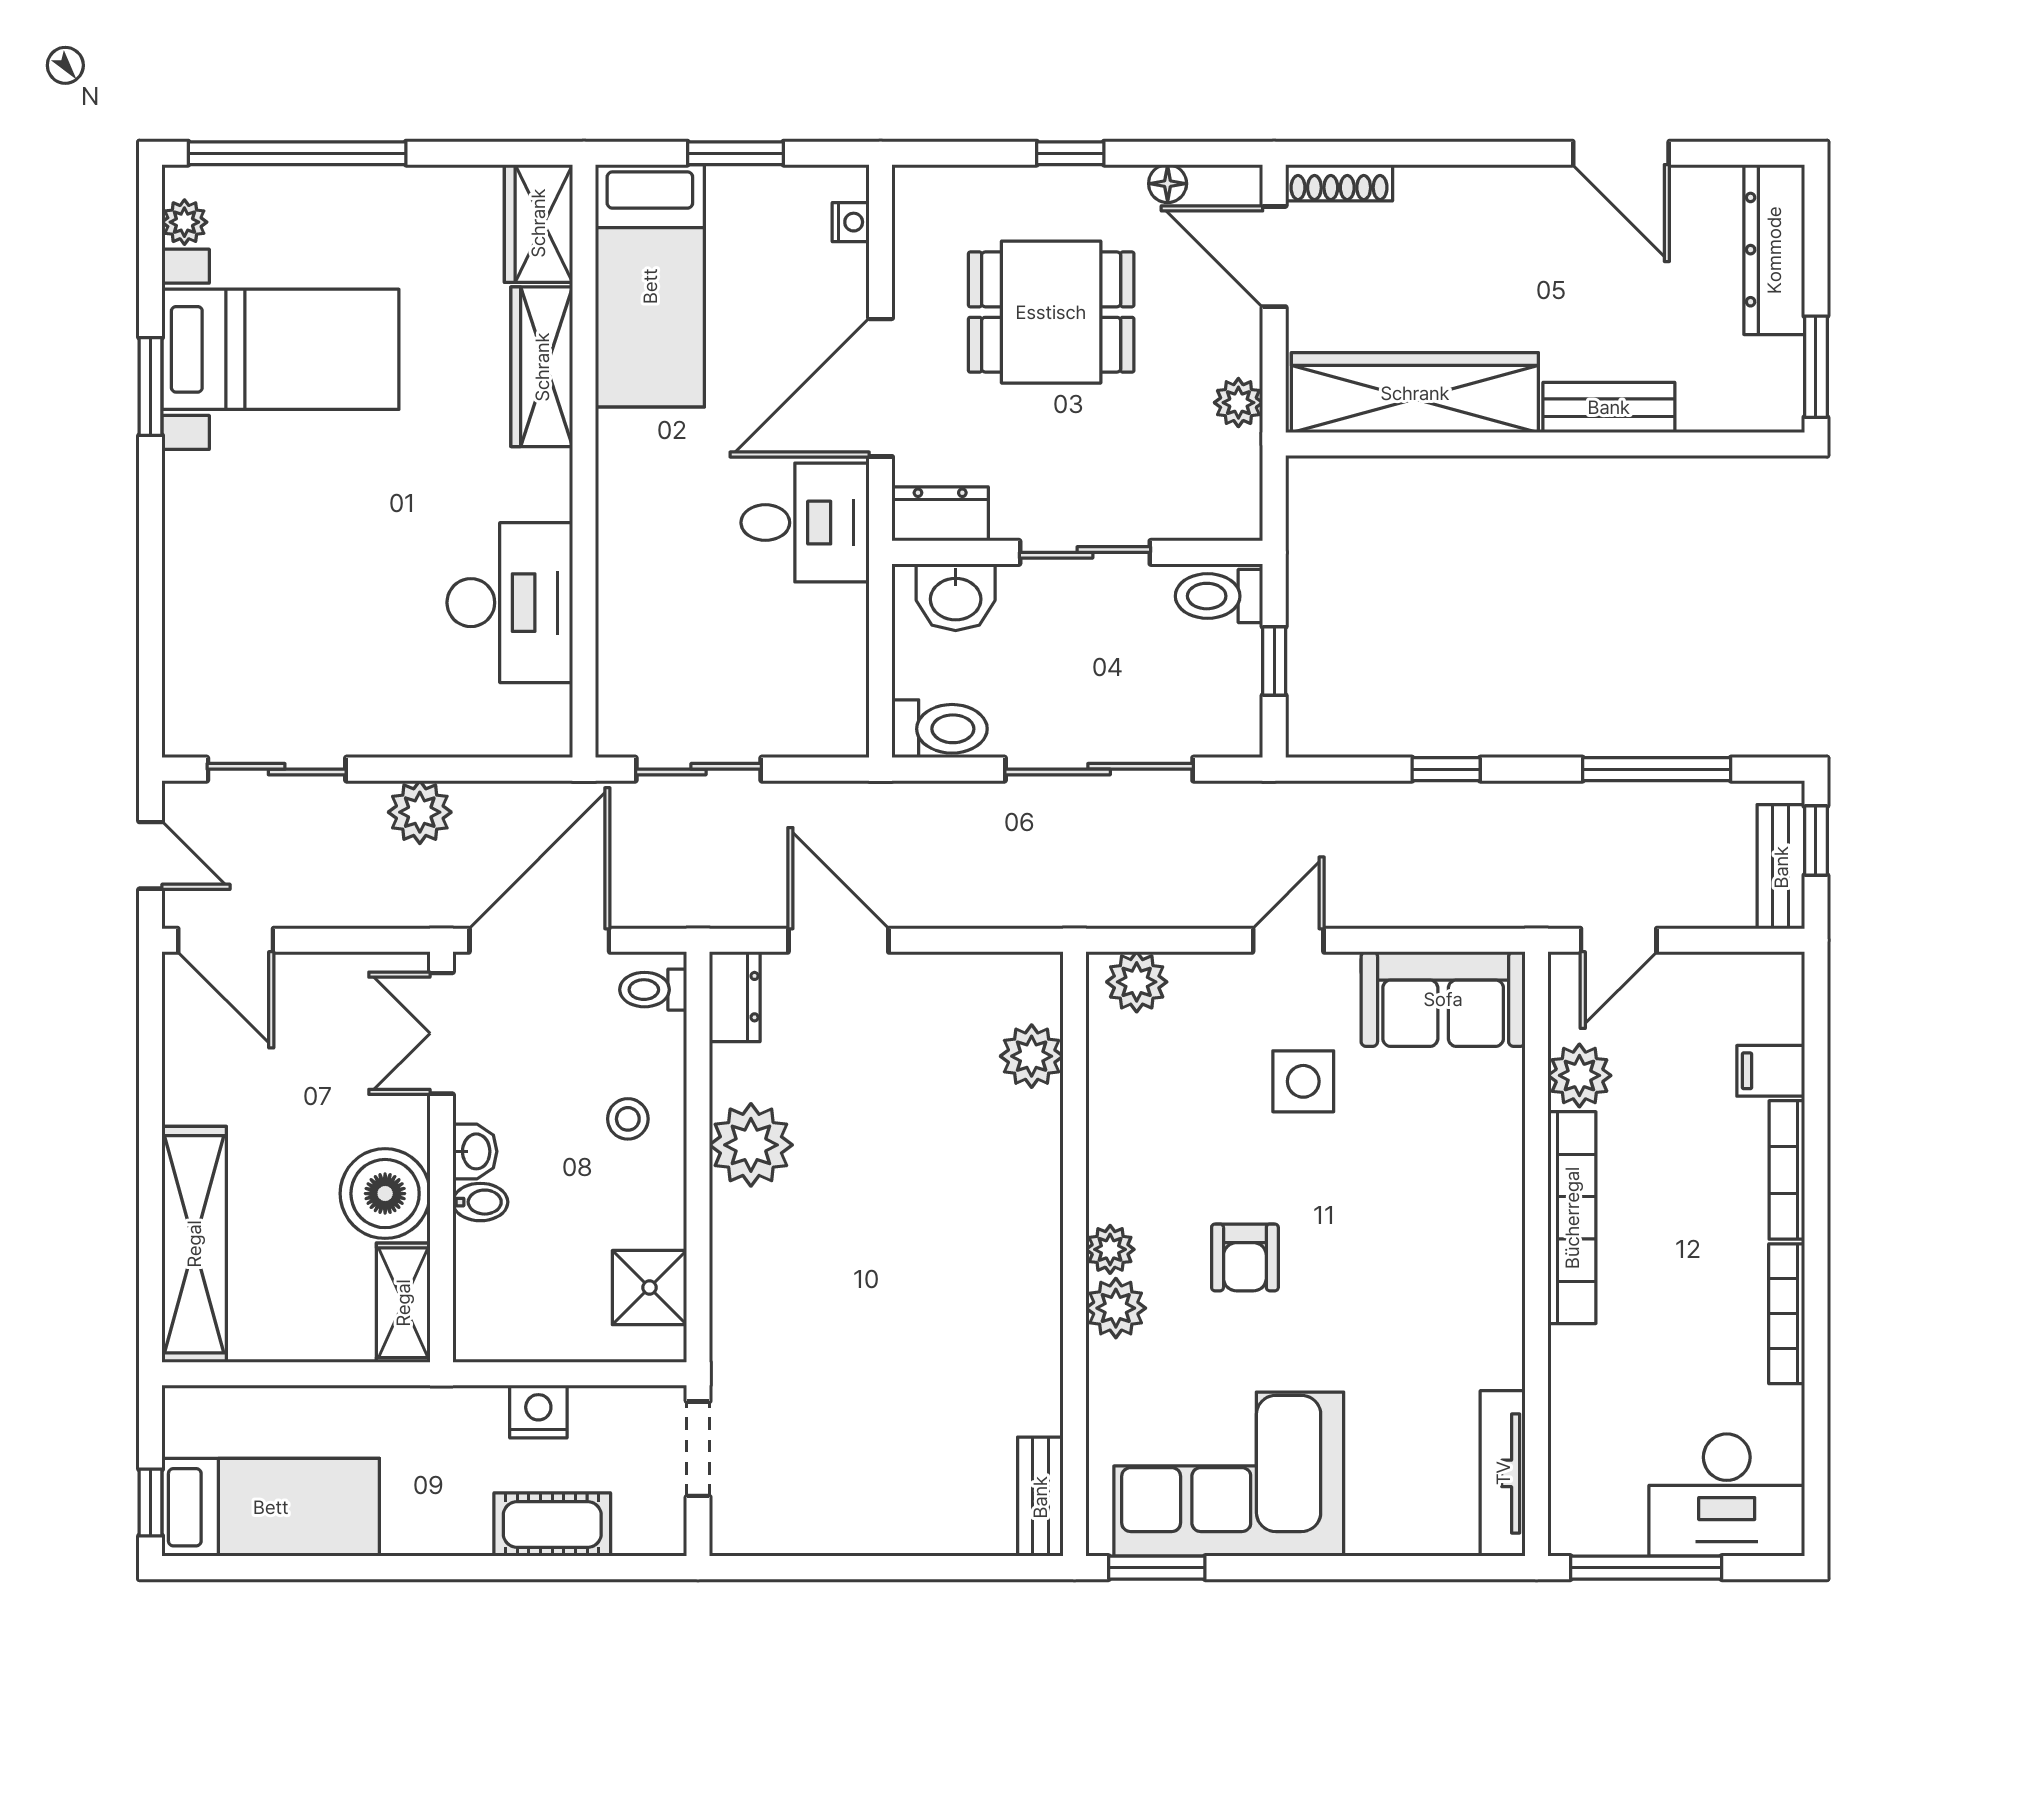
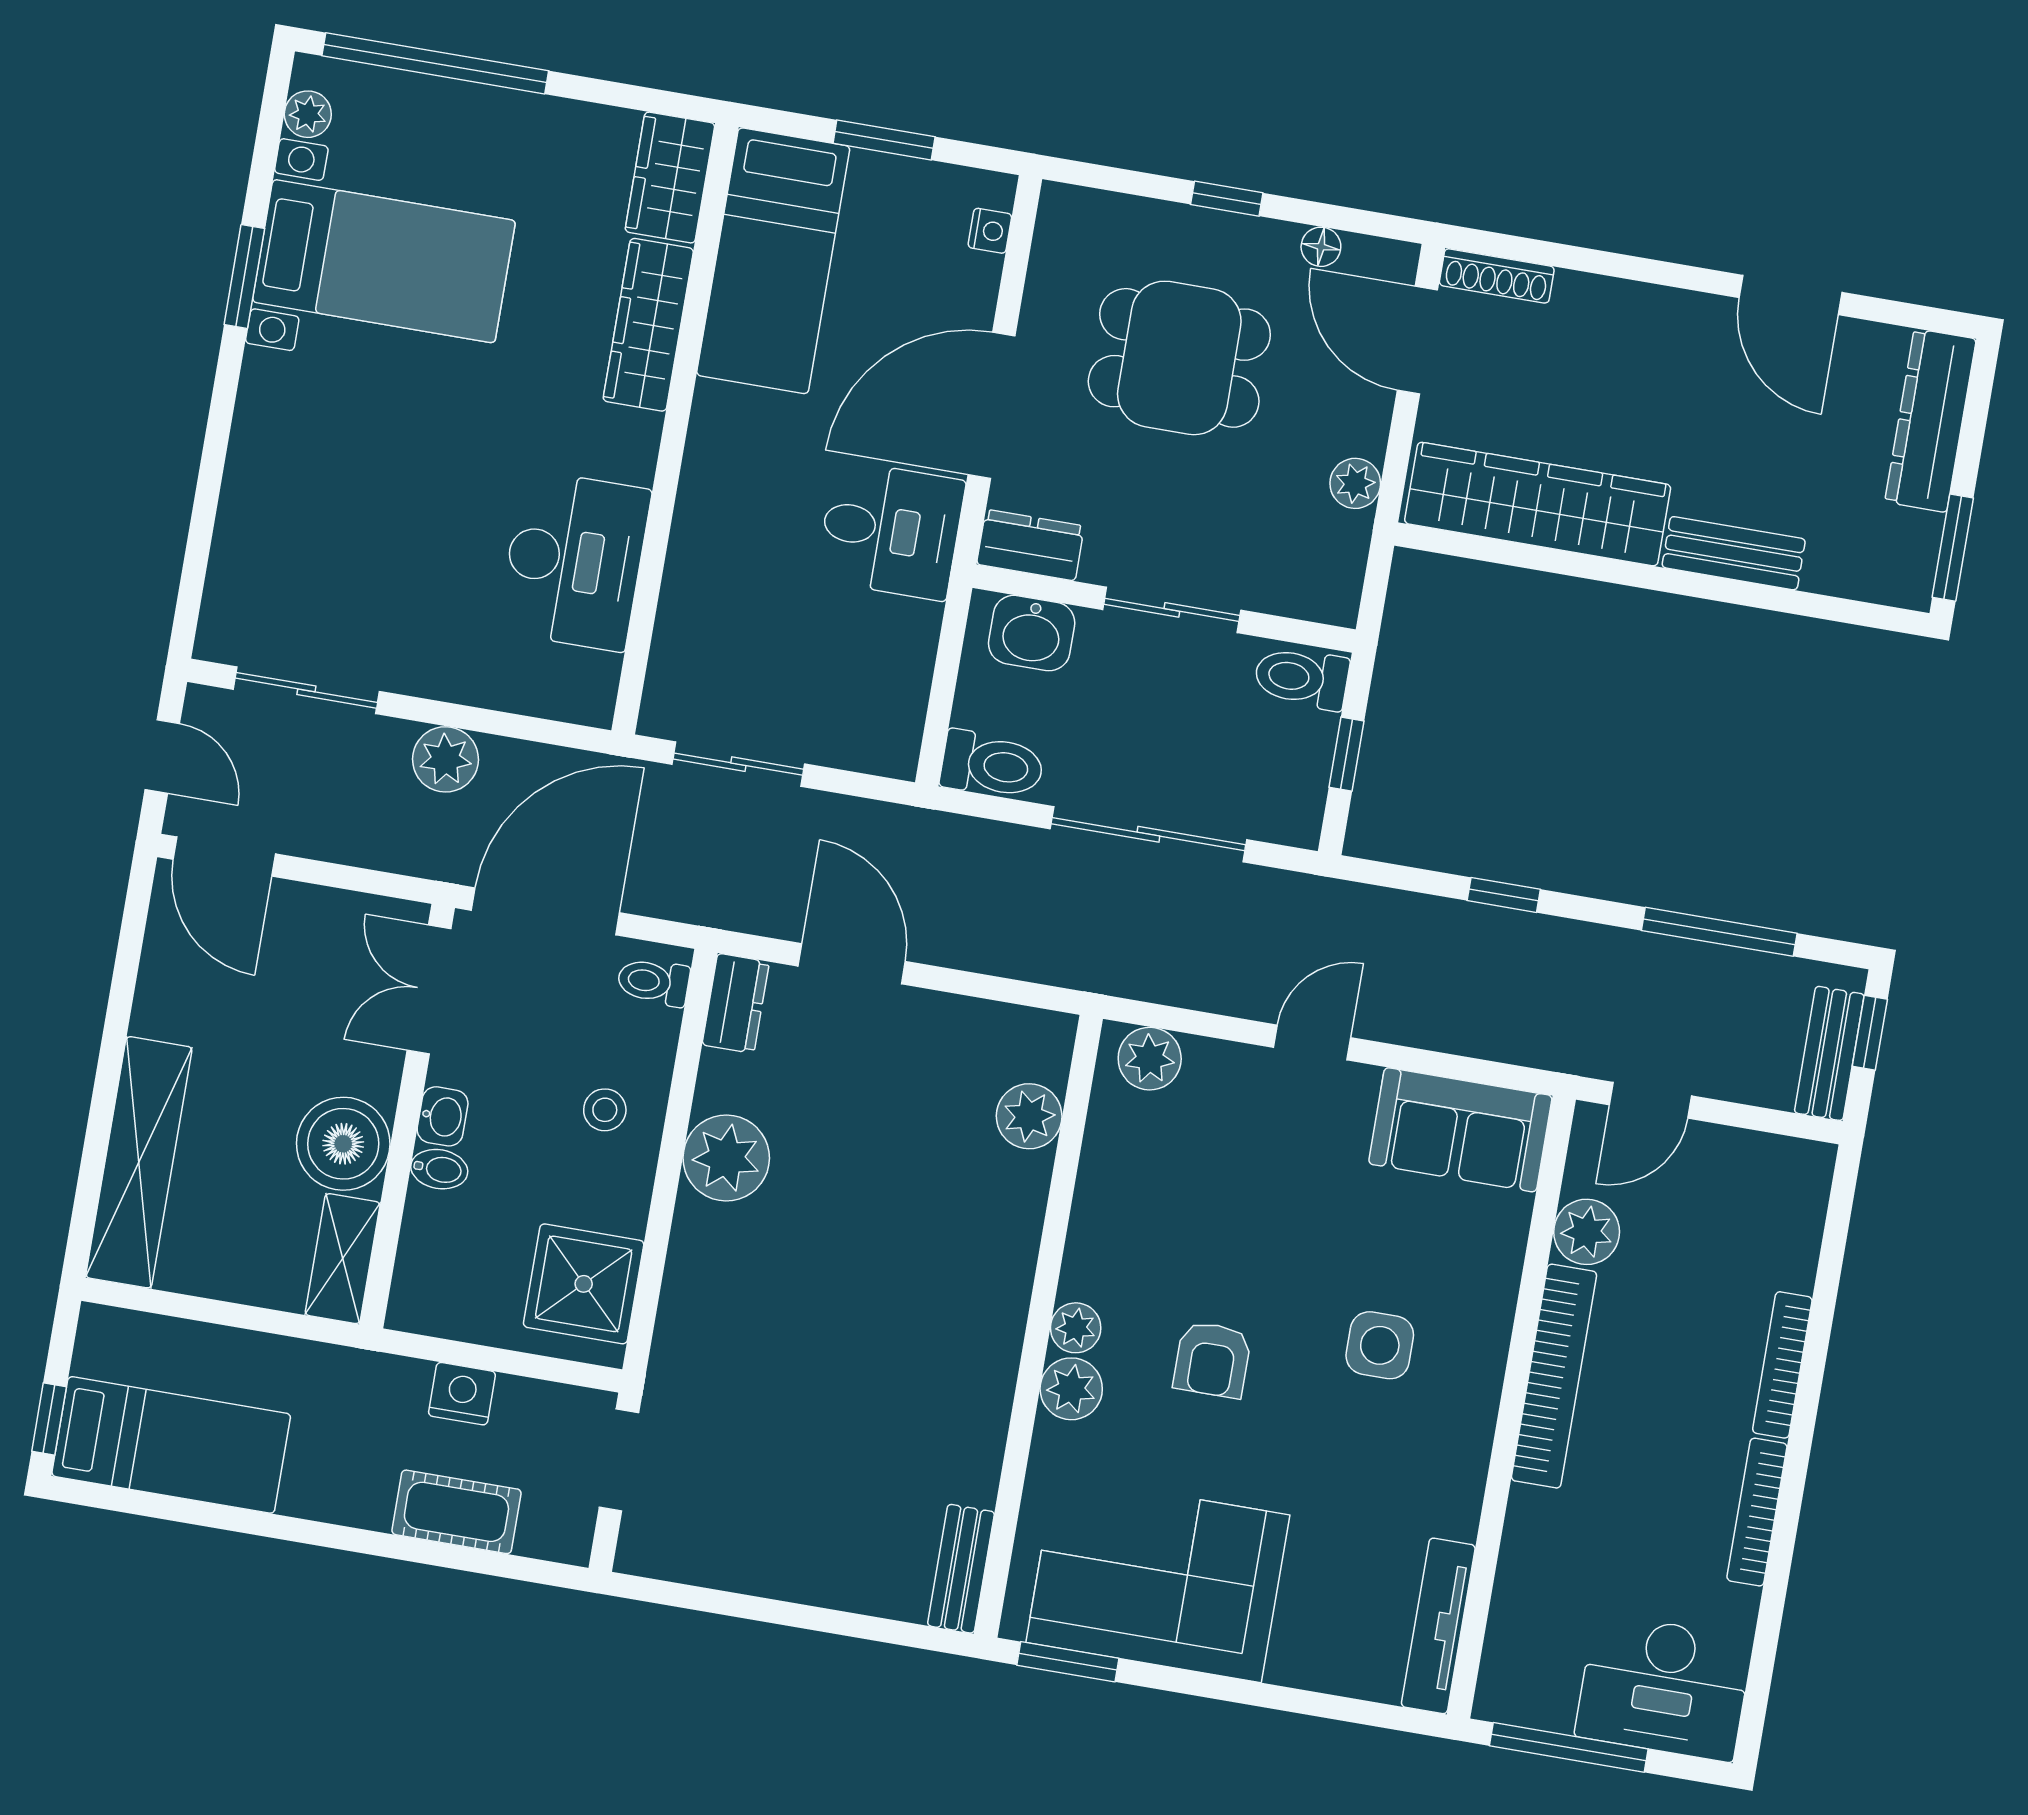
filing cabinet: (1771, 1071) -> (1783, 1261), removed
side table: (1303, 1081) -> (1380, 1345), moved
shower: (650, 1288) -> (584, 1284), width x1.36, depth x1.36

